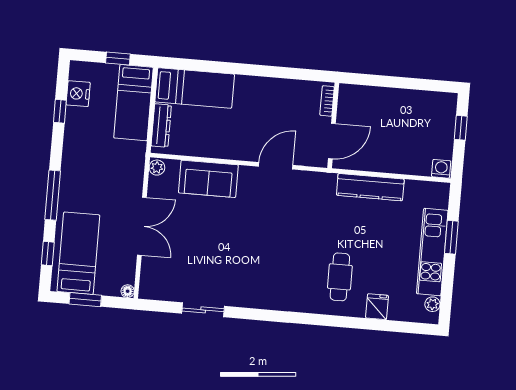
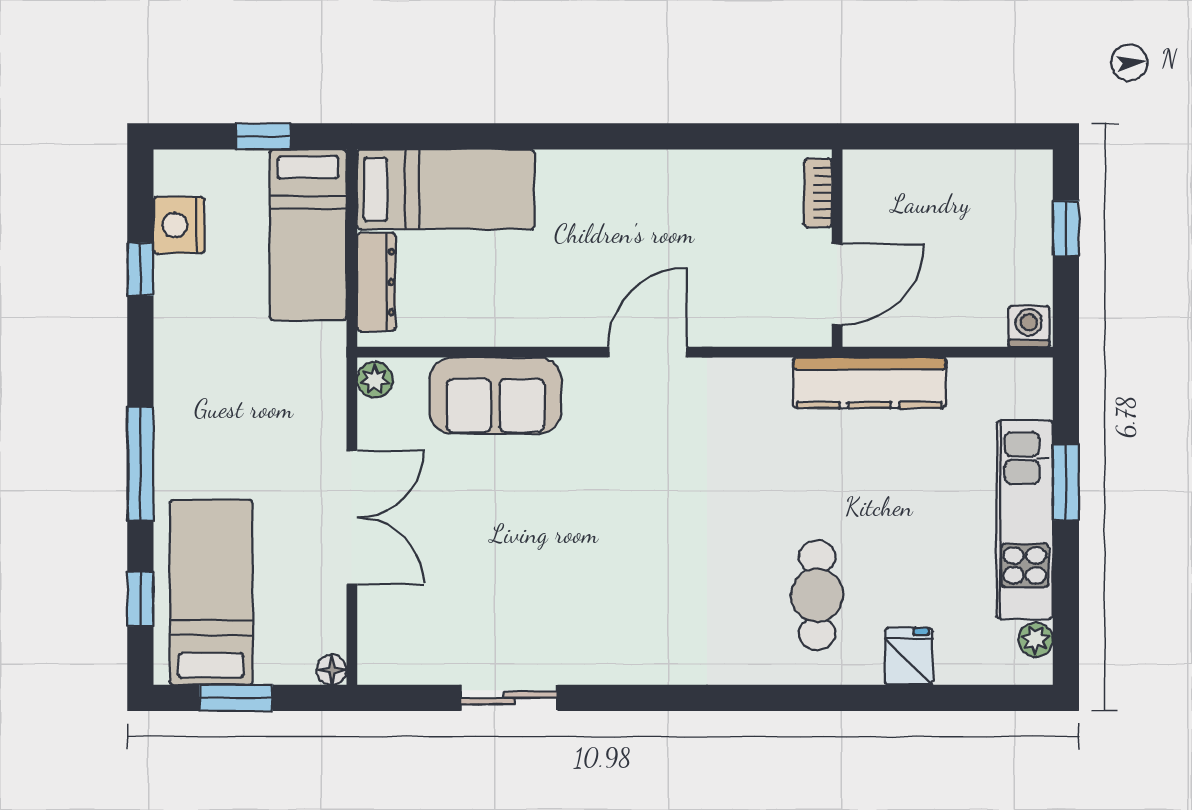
bookcase: (327, 101) -> (818, 193), moved
wall: (333, 125) -> (837, 248), moved
door: (332, 141) -> (837, 284), moved

